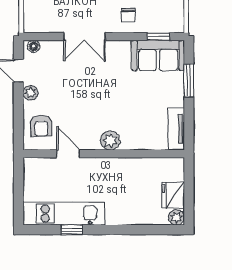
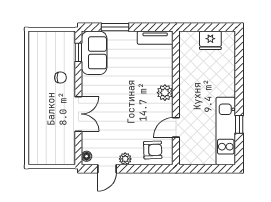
plant: (177, 217) -> (229, 37), removed

